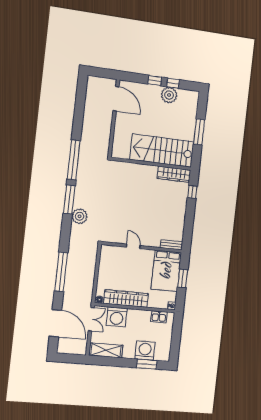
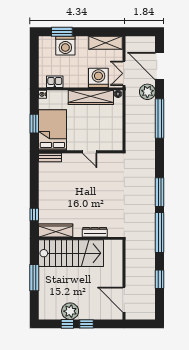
window: (79, 114) -> (160, 279), added
dresser: (137, 168) -> (95, 232), added
plant: (80, 216) -> (147, 92), moved

